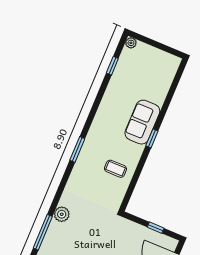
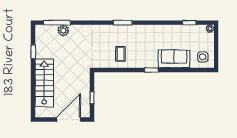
side table: (162, 67) -> (203, 57), added
sofa: (142, 122) -> (174, 59), moved
plant: (62, 214) -> (63, 30), moved

